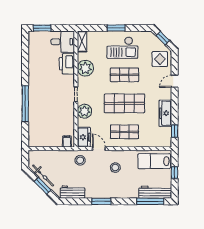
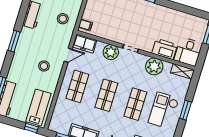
shop shelf: (124, 103) -> (106, 95), width x0.70, depth x0.74
stool: (80, 160) -> (63, 19), moved
window: (175, 173) -> (31, 128), moved

